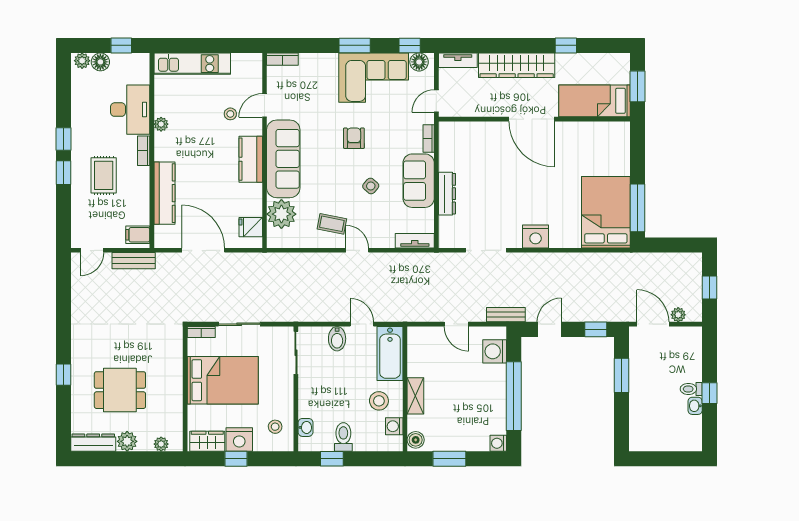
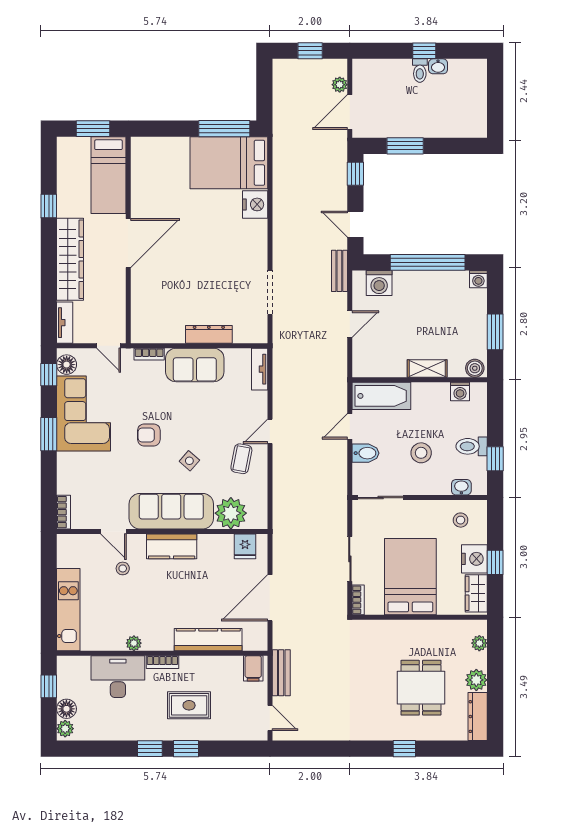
side table: (371, 186) -> (189, 461), moved
nightstand: (536, 236) -> (255, 204), moved
stool: (379, 401) -> (421, 453), moved

